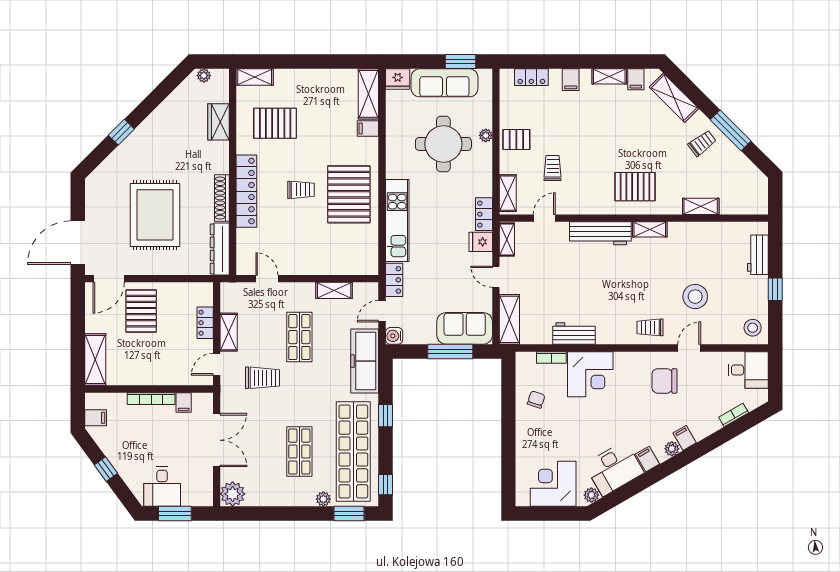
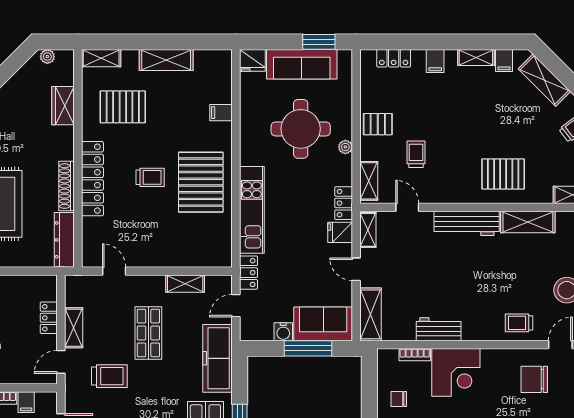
shelving: (368, 94) -> (166, 60), moved, turned 90
plant: (486, 135) -> (345, 147), moved
door: (544, 218) -> (407, 207), hinge flipped
shelving: (650, 229) -> (528, 222), width x1.50, depth x1.33
water cooler: (394, 336) -> (283, 332), moved, turned -90
chair: (536, 400) -> (399, 399), turned -108

